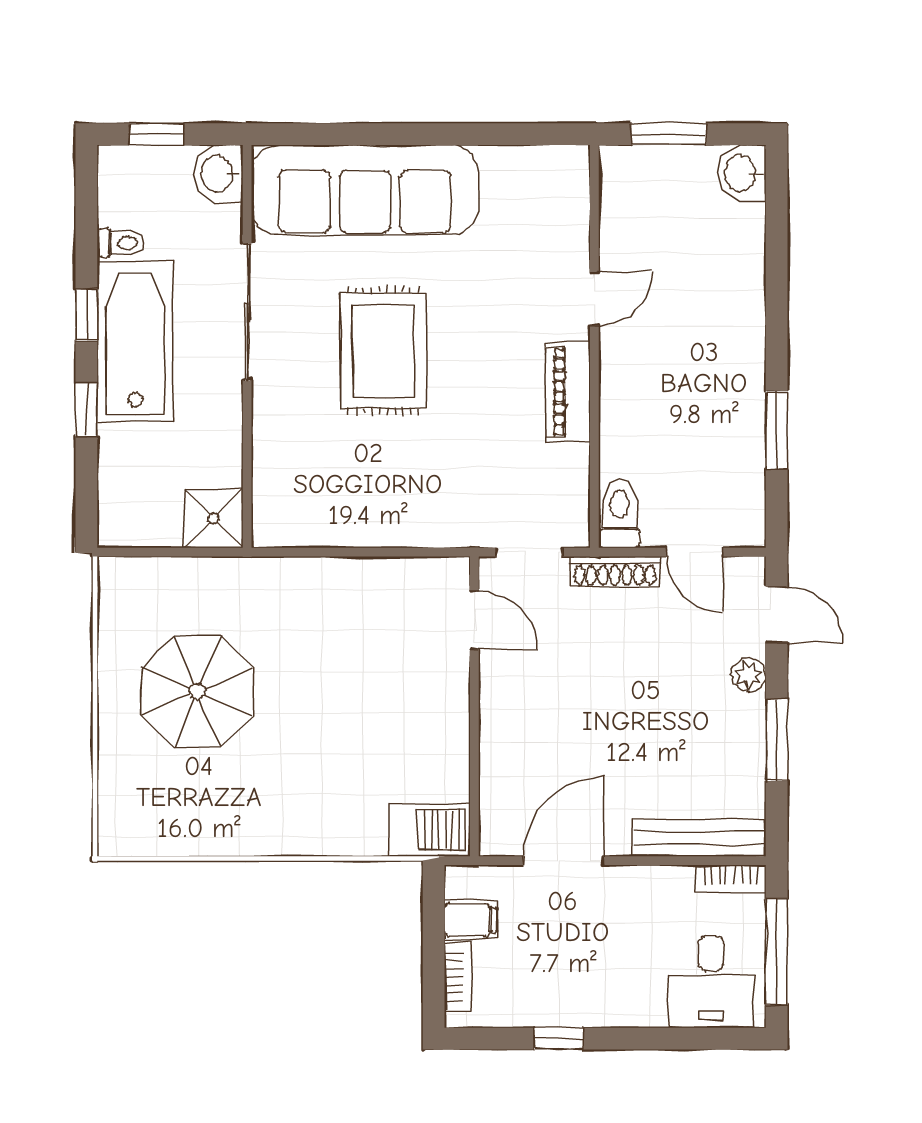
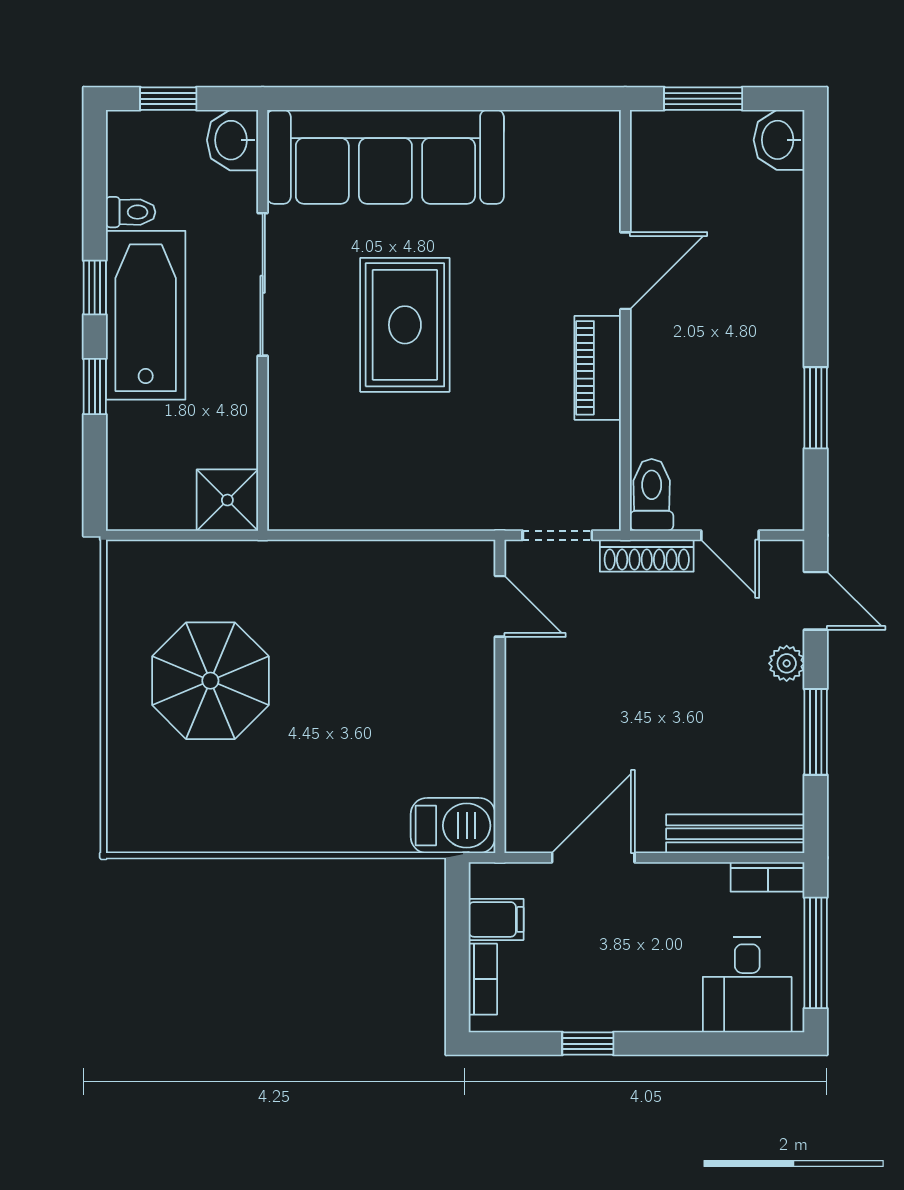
door: (594, 299) -> (625, 271), width x1.38

